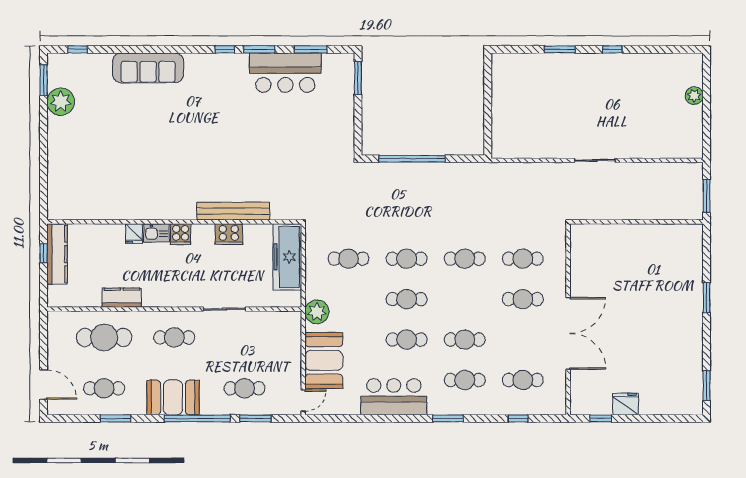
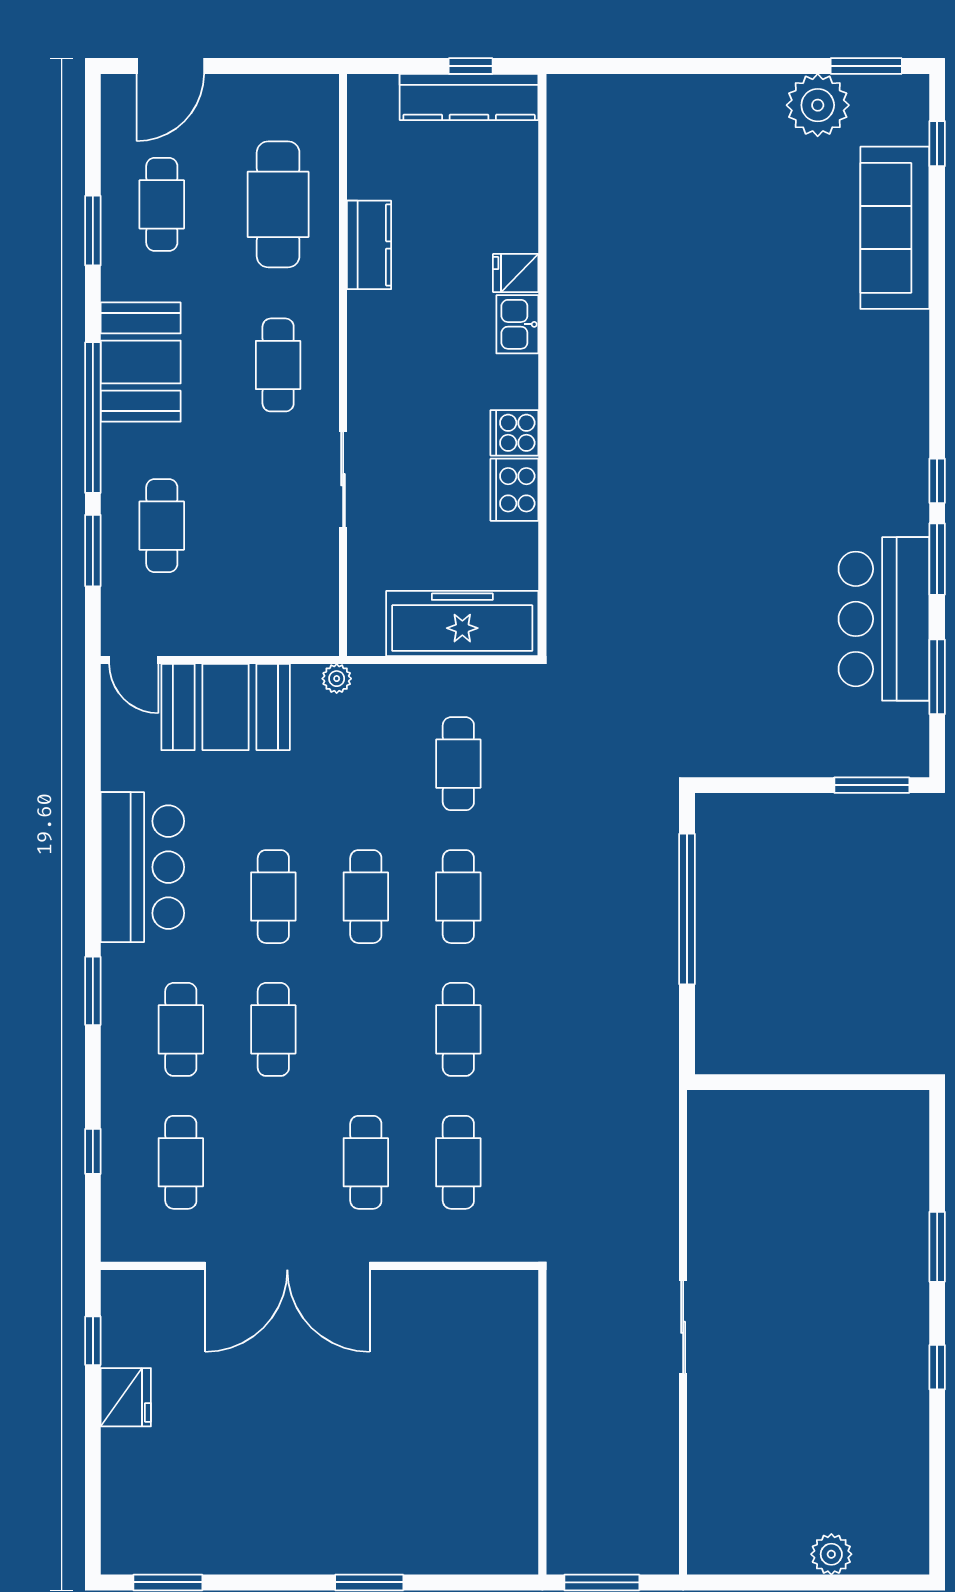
sofa: (148, 68) -> (895, 228), moved
bench: (233, 211) -> (567, 499), removed
cooker: (181, 234) -> (514, 433), moved
plant: (317, 312) -> (337, 679), width x0.53, depth x0.53

